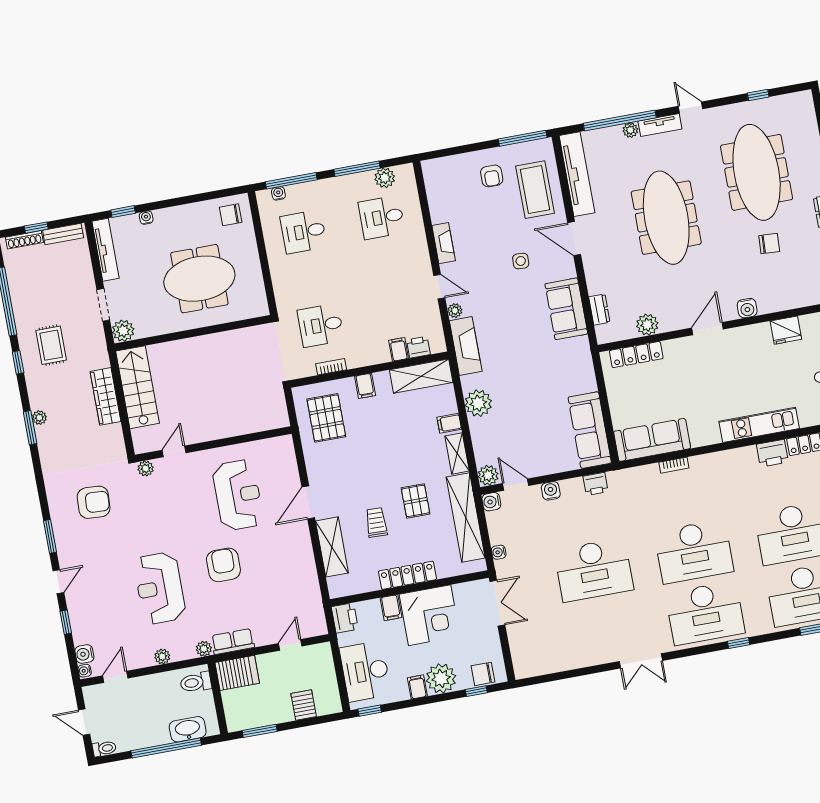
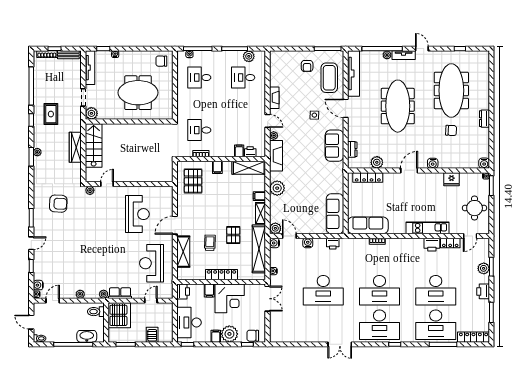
armchair: (223, 565) -> (123, 251), removed
reception desk: (160, 588) -> (152, 263), moved
server rack: (237, 673) -> (119, 315), width x1.60

